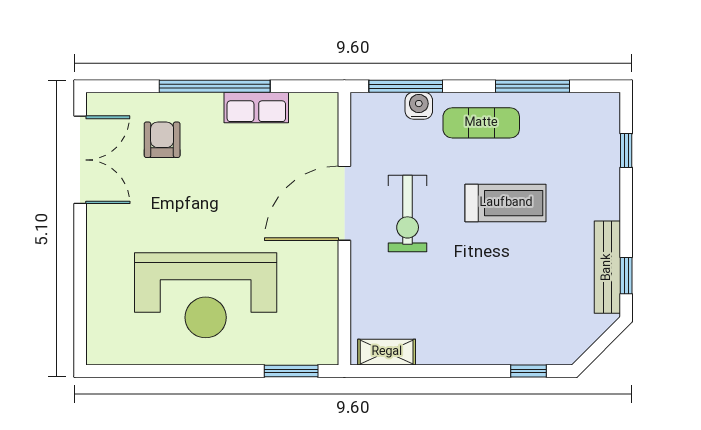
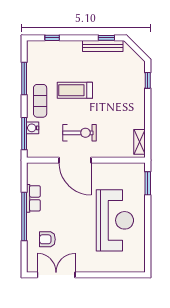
treadmill: (506, 203) -> (75, 90), turned -90

